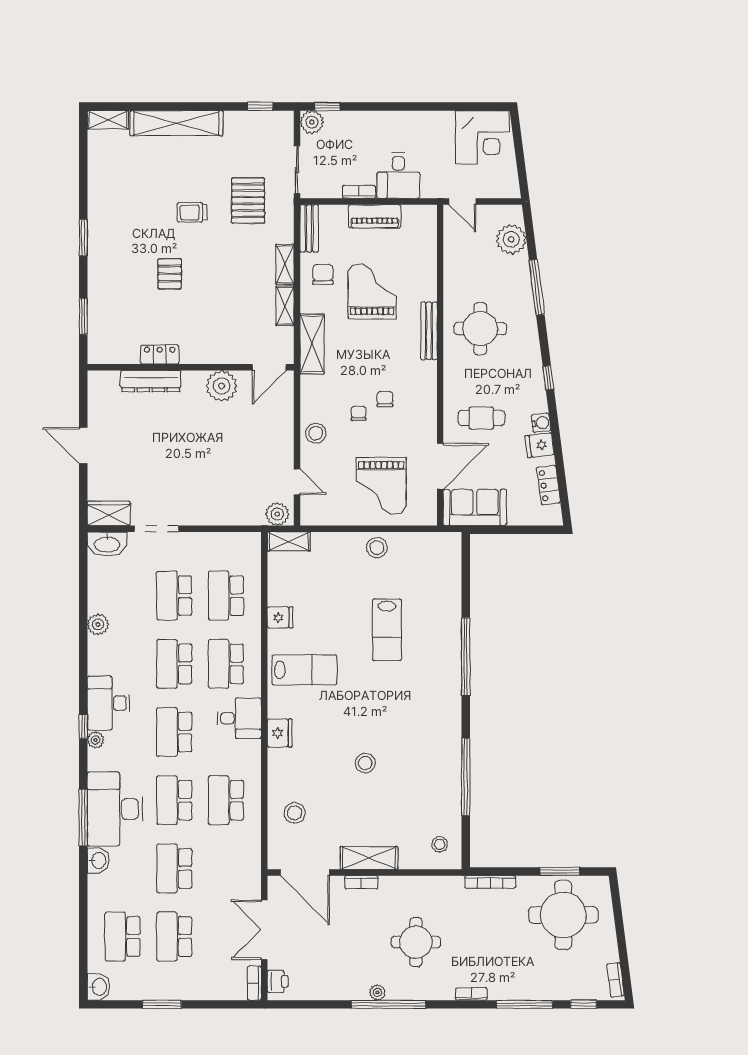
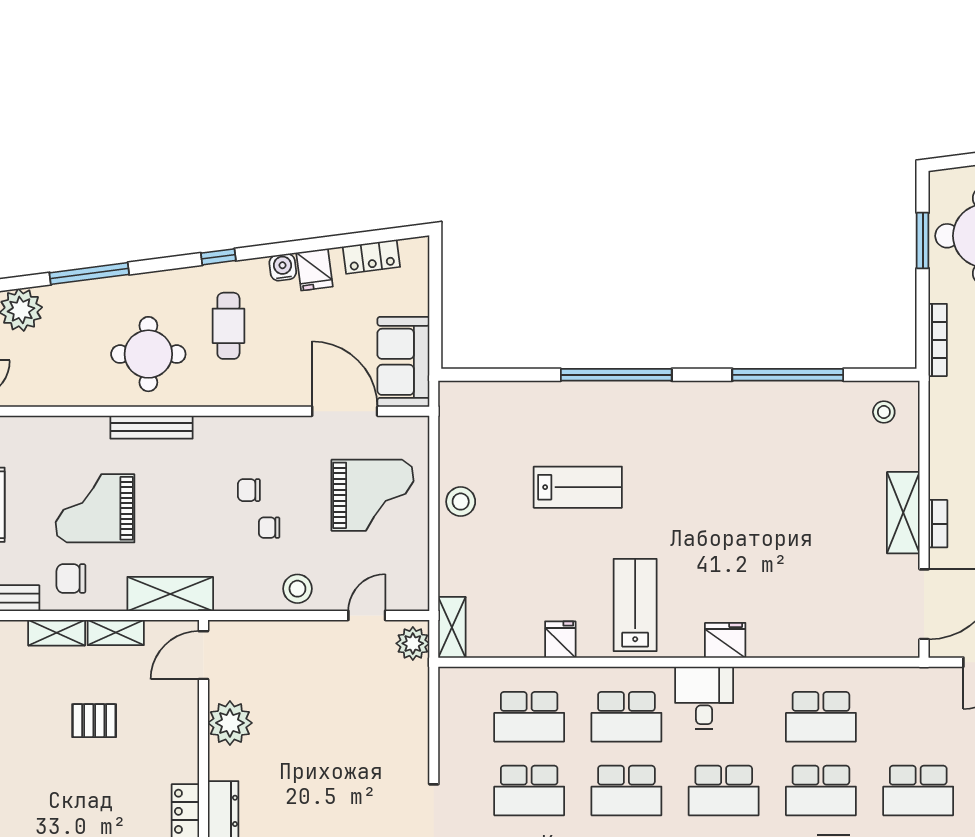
pallet: (170, 274) -> (94, 721), moved
door: (269, 367) -> (203, 655), swing flipped
cafe table: (481, 418) -> (228, 326), moved
stool: (365, 763) -> (768, 518), removed
stool: (295, 813) -> (839, 619), removed

